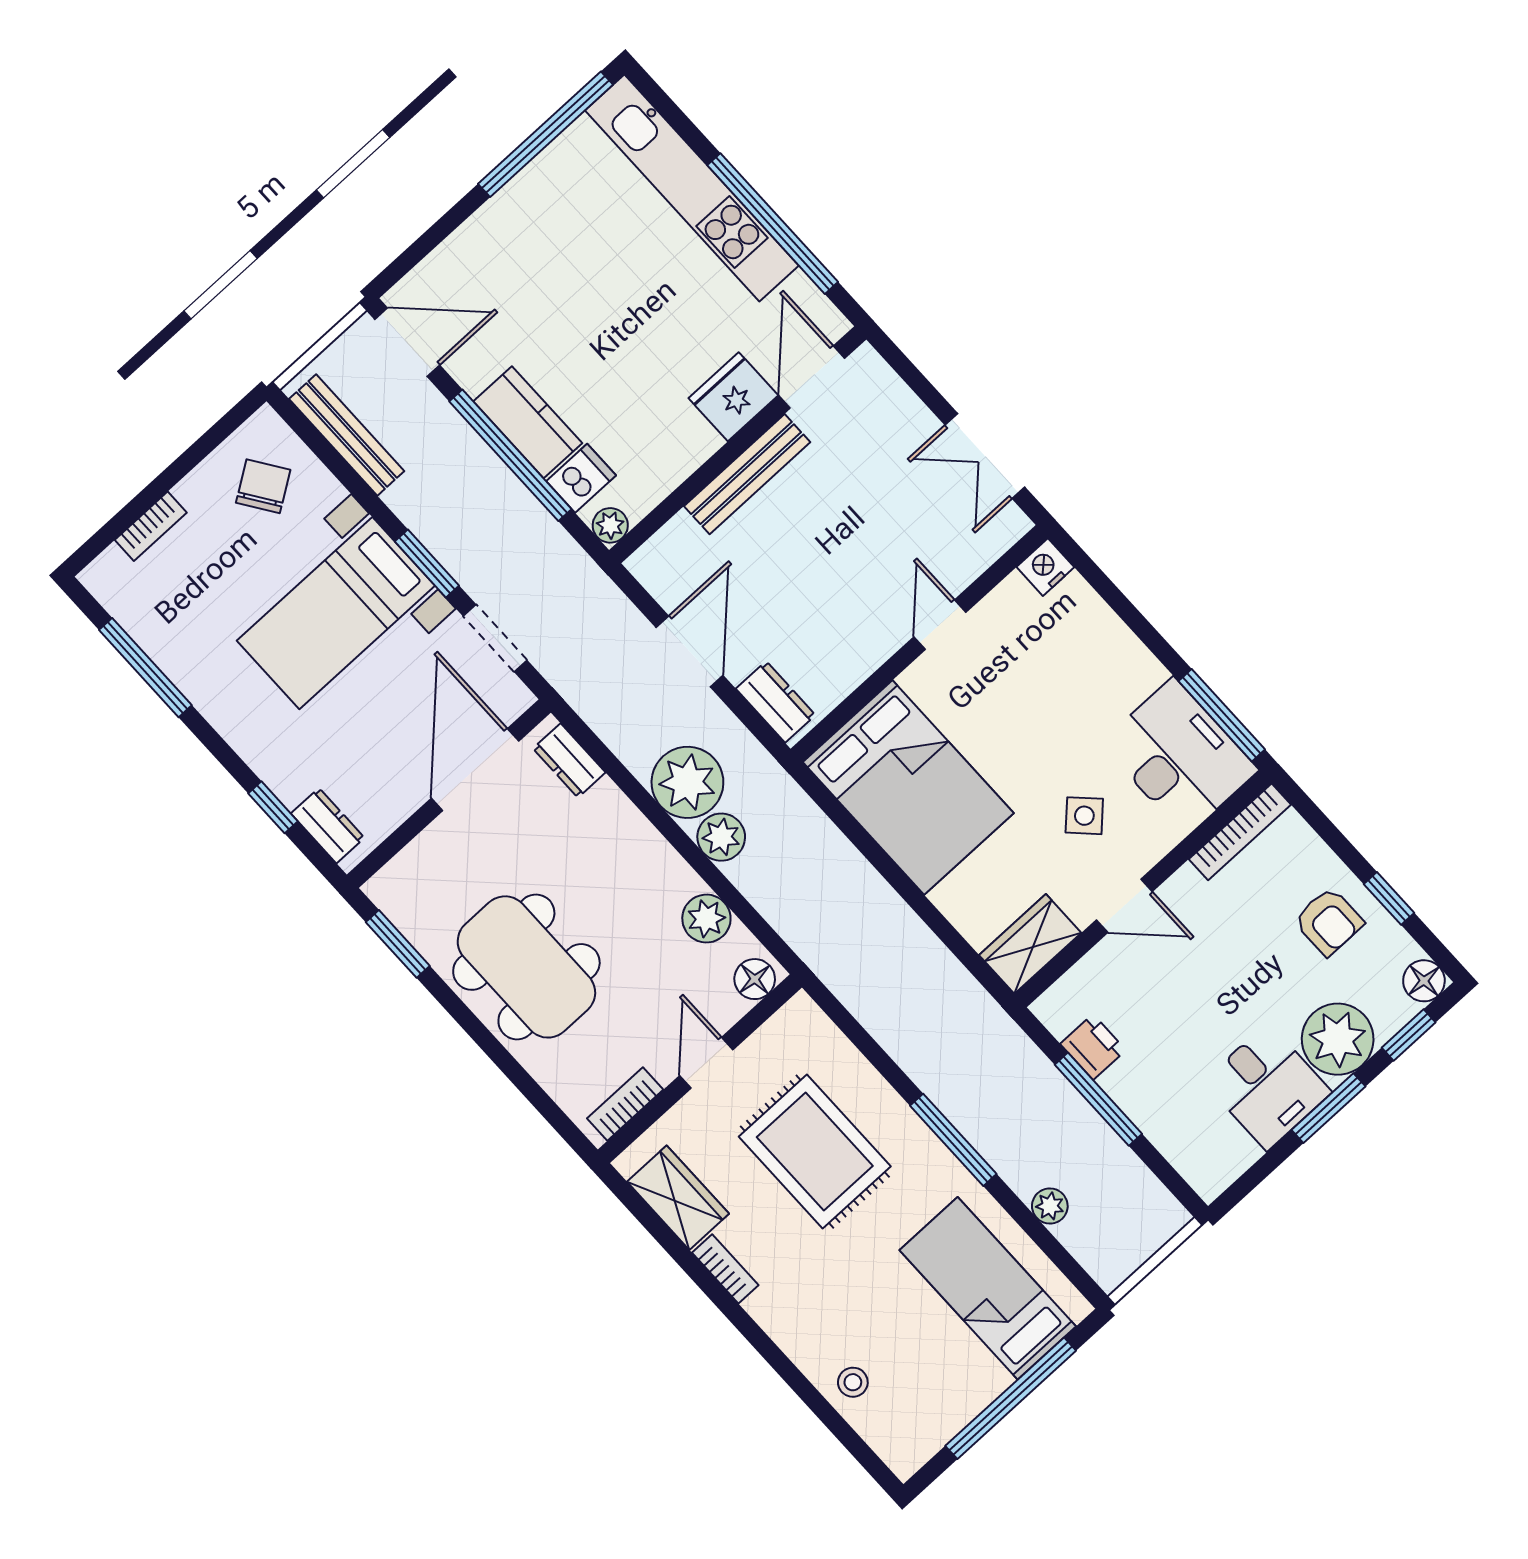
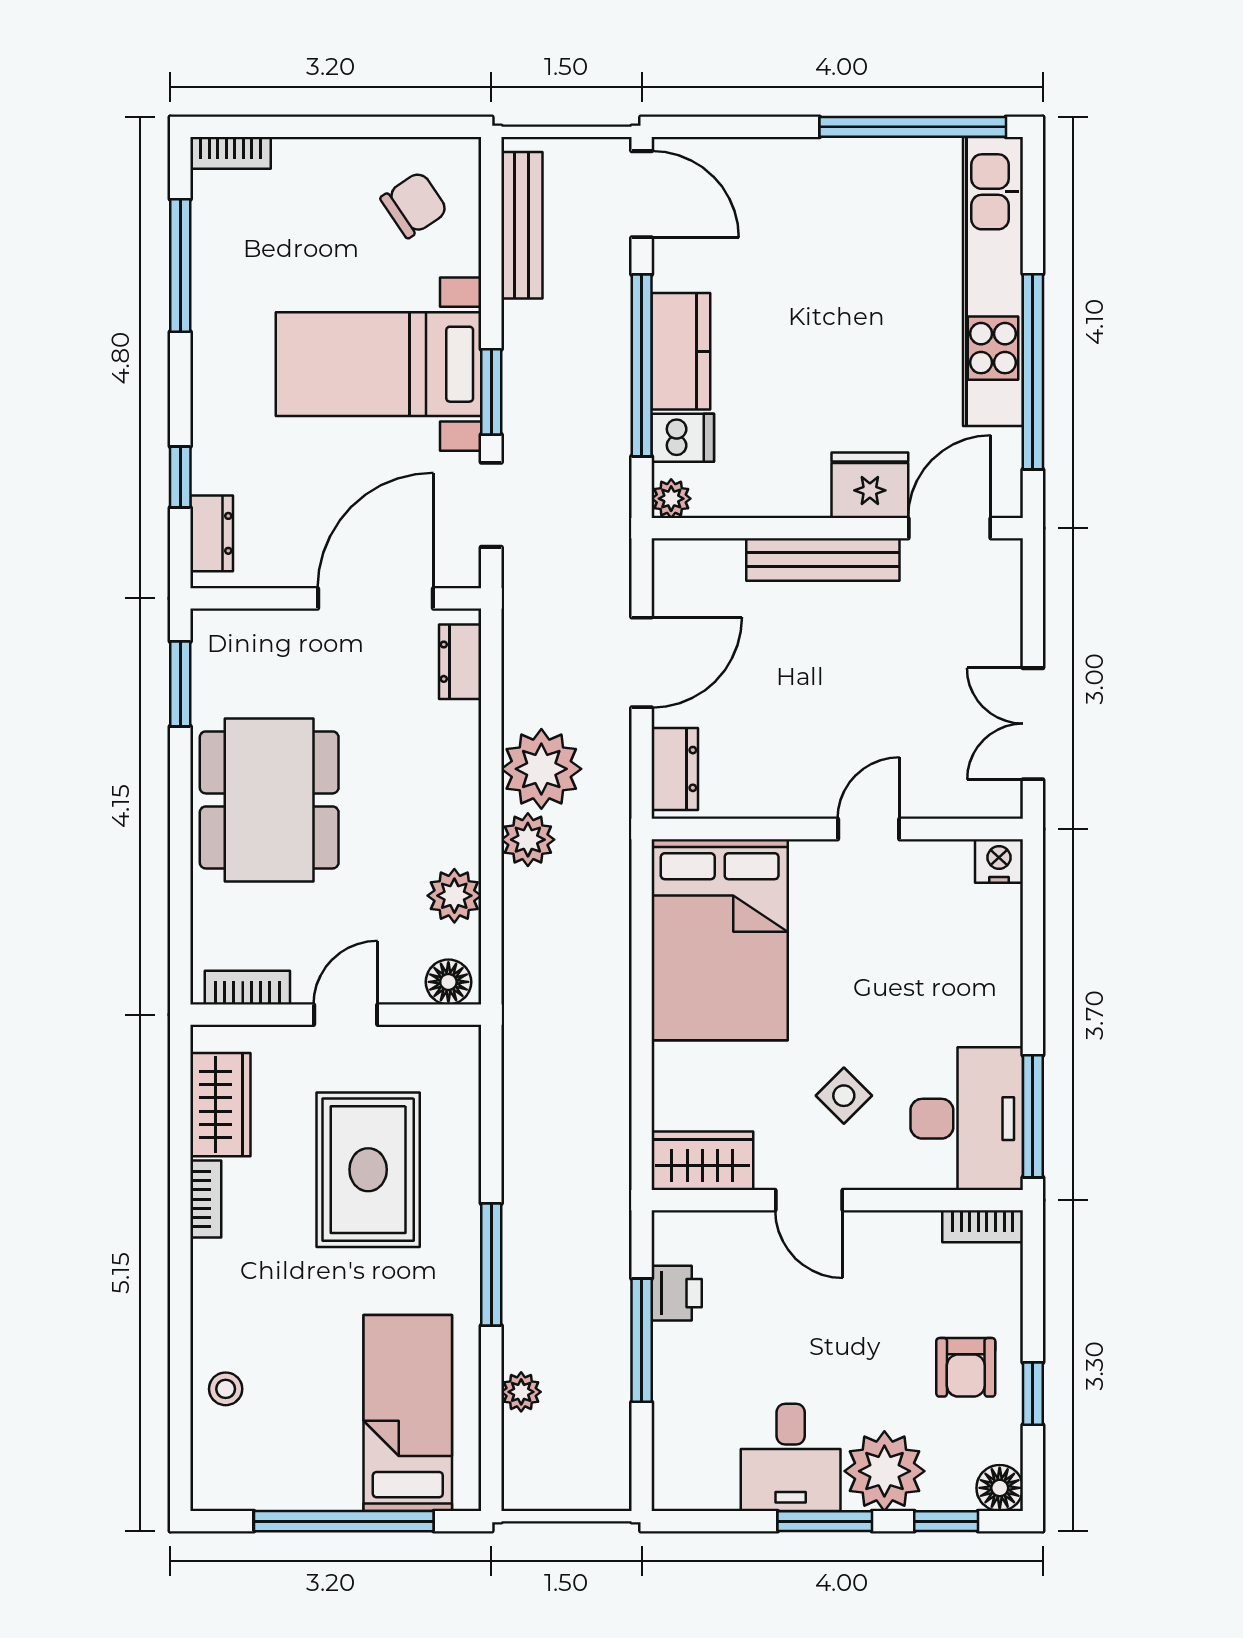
bookcase: (151, 526) -> (230, 153), moved
bookcase: (1240, 832) -> (983, 1226), width x0.64

